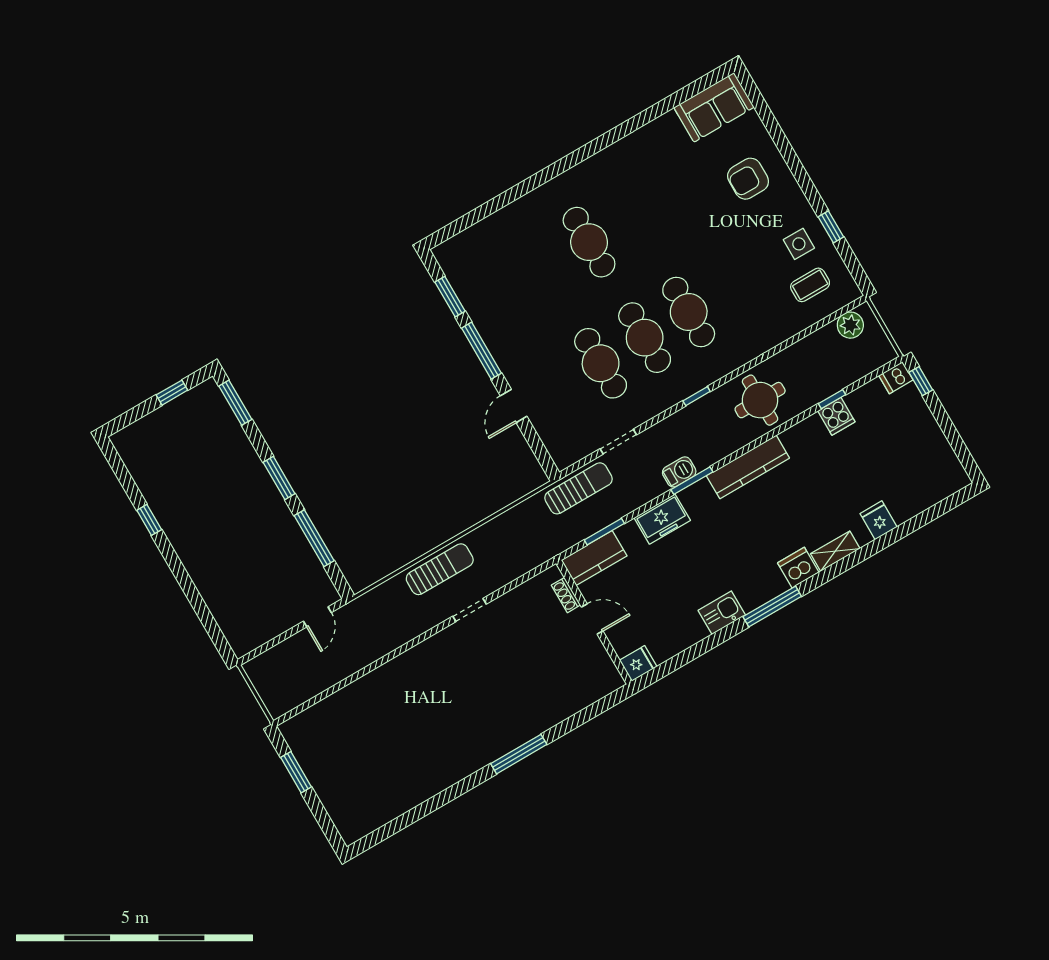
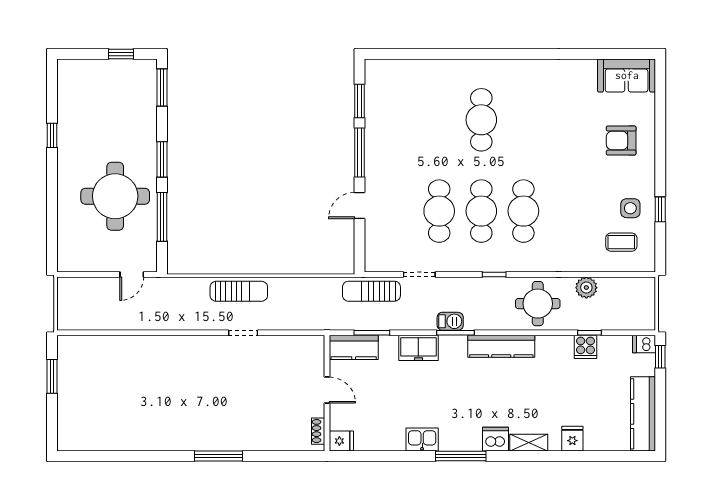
plant: (850, 325) -> (586, 288), moved
kitchen counter: (937, 451) -> (643, 414), added
sun lounger: (578, 488) -> (371, 291), turned 180
round table: (252, 545) -> (115, 196), added
shoe rack: (566, 595) -> (318, 431), moved

